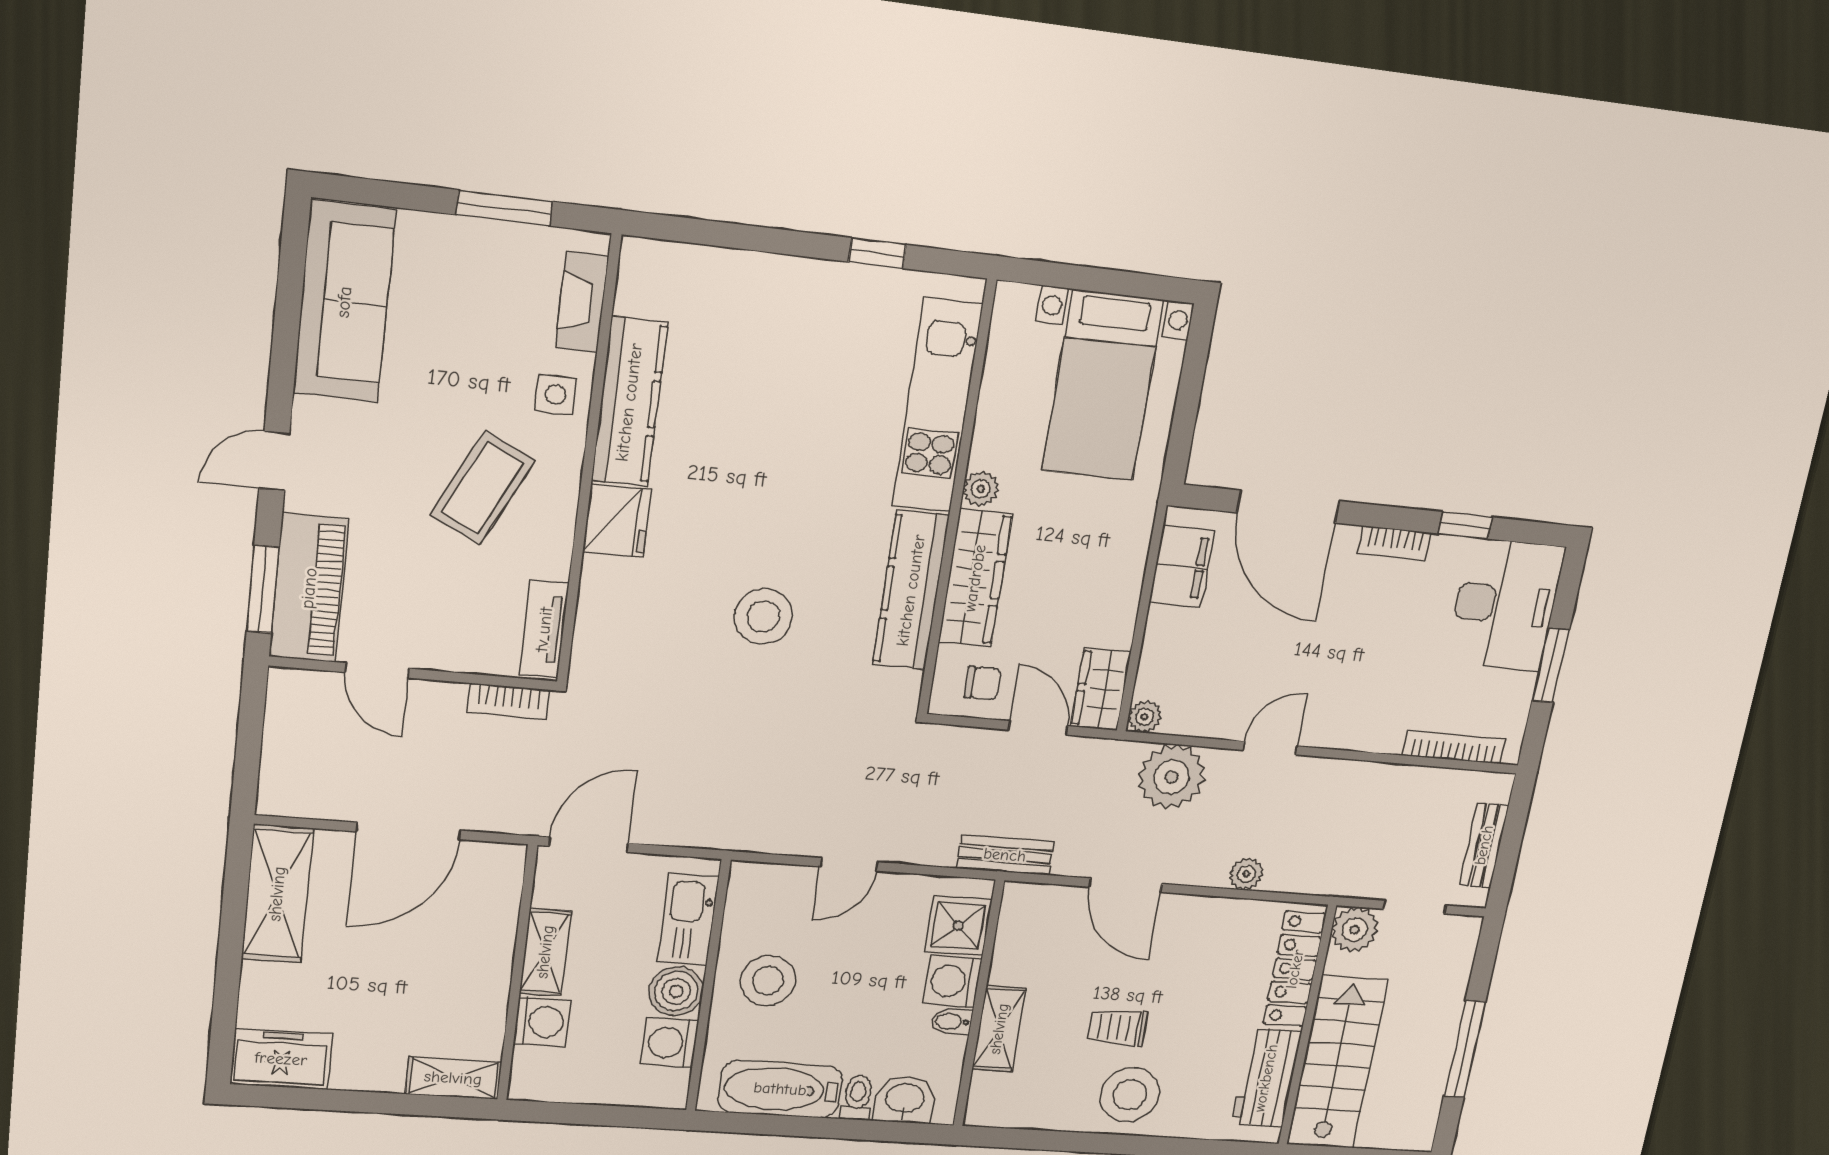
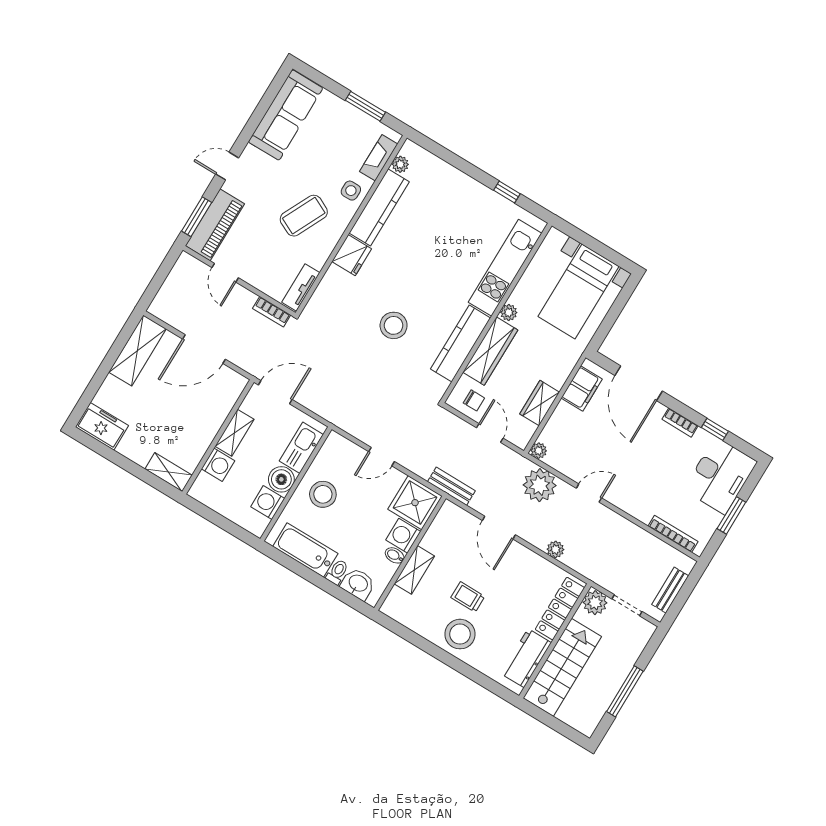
plant: (633, 295) -> (400, 164), added
wardrobe: (1101, 689) -> (540, 403), moved
shower: (958, 926) -> (415, 503), width x1.36, depth x1.36

